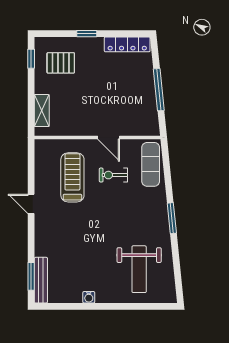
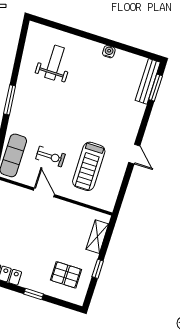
window: (31, 59) -> (98, 269), moved
weight bench: (139, 269) -> (55, 63), width x0.73, depth x0.75

